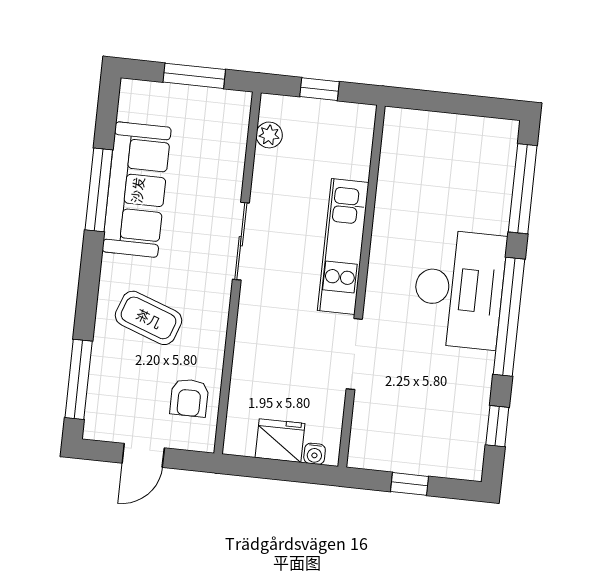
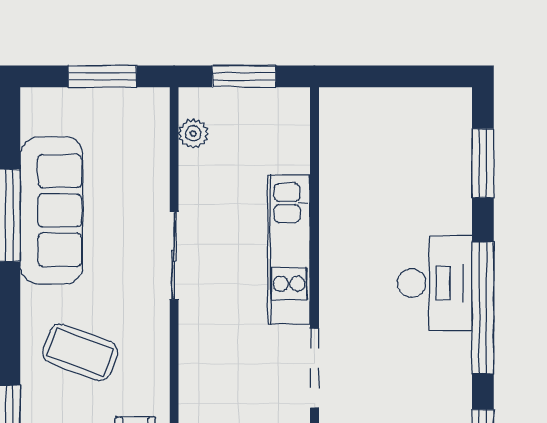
window: (320, 89) -> (244, 76), width x1.50
window: (523, 189) -> (483, 163), width x0.69
desk: (459, 289) -> (435, 283), width x0.73, depth x0.77

